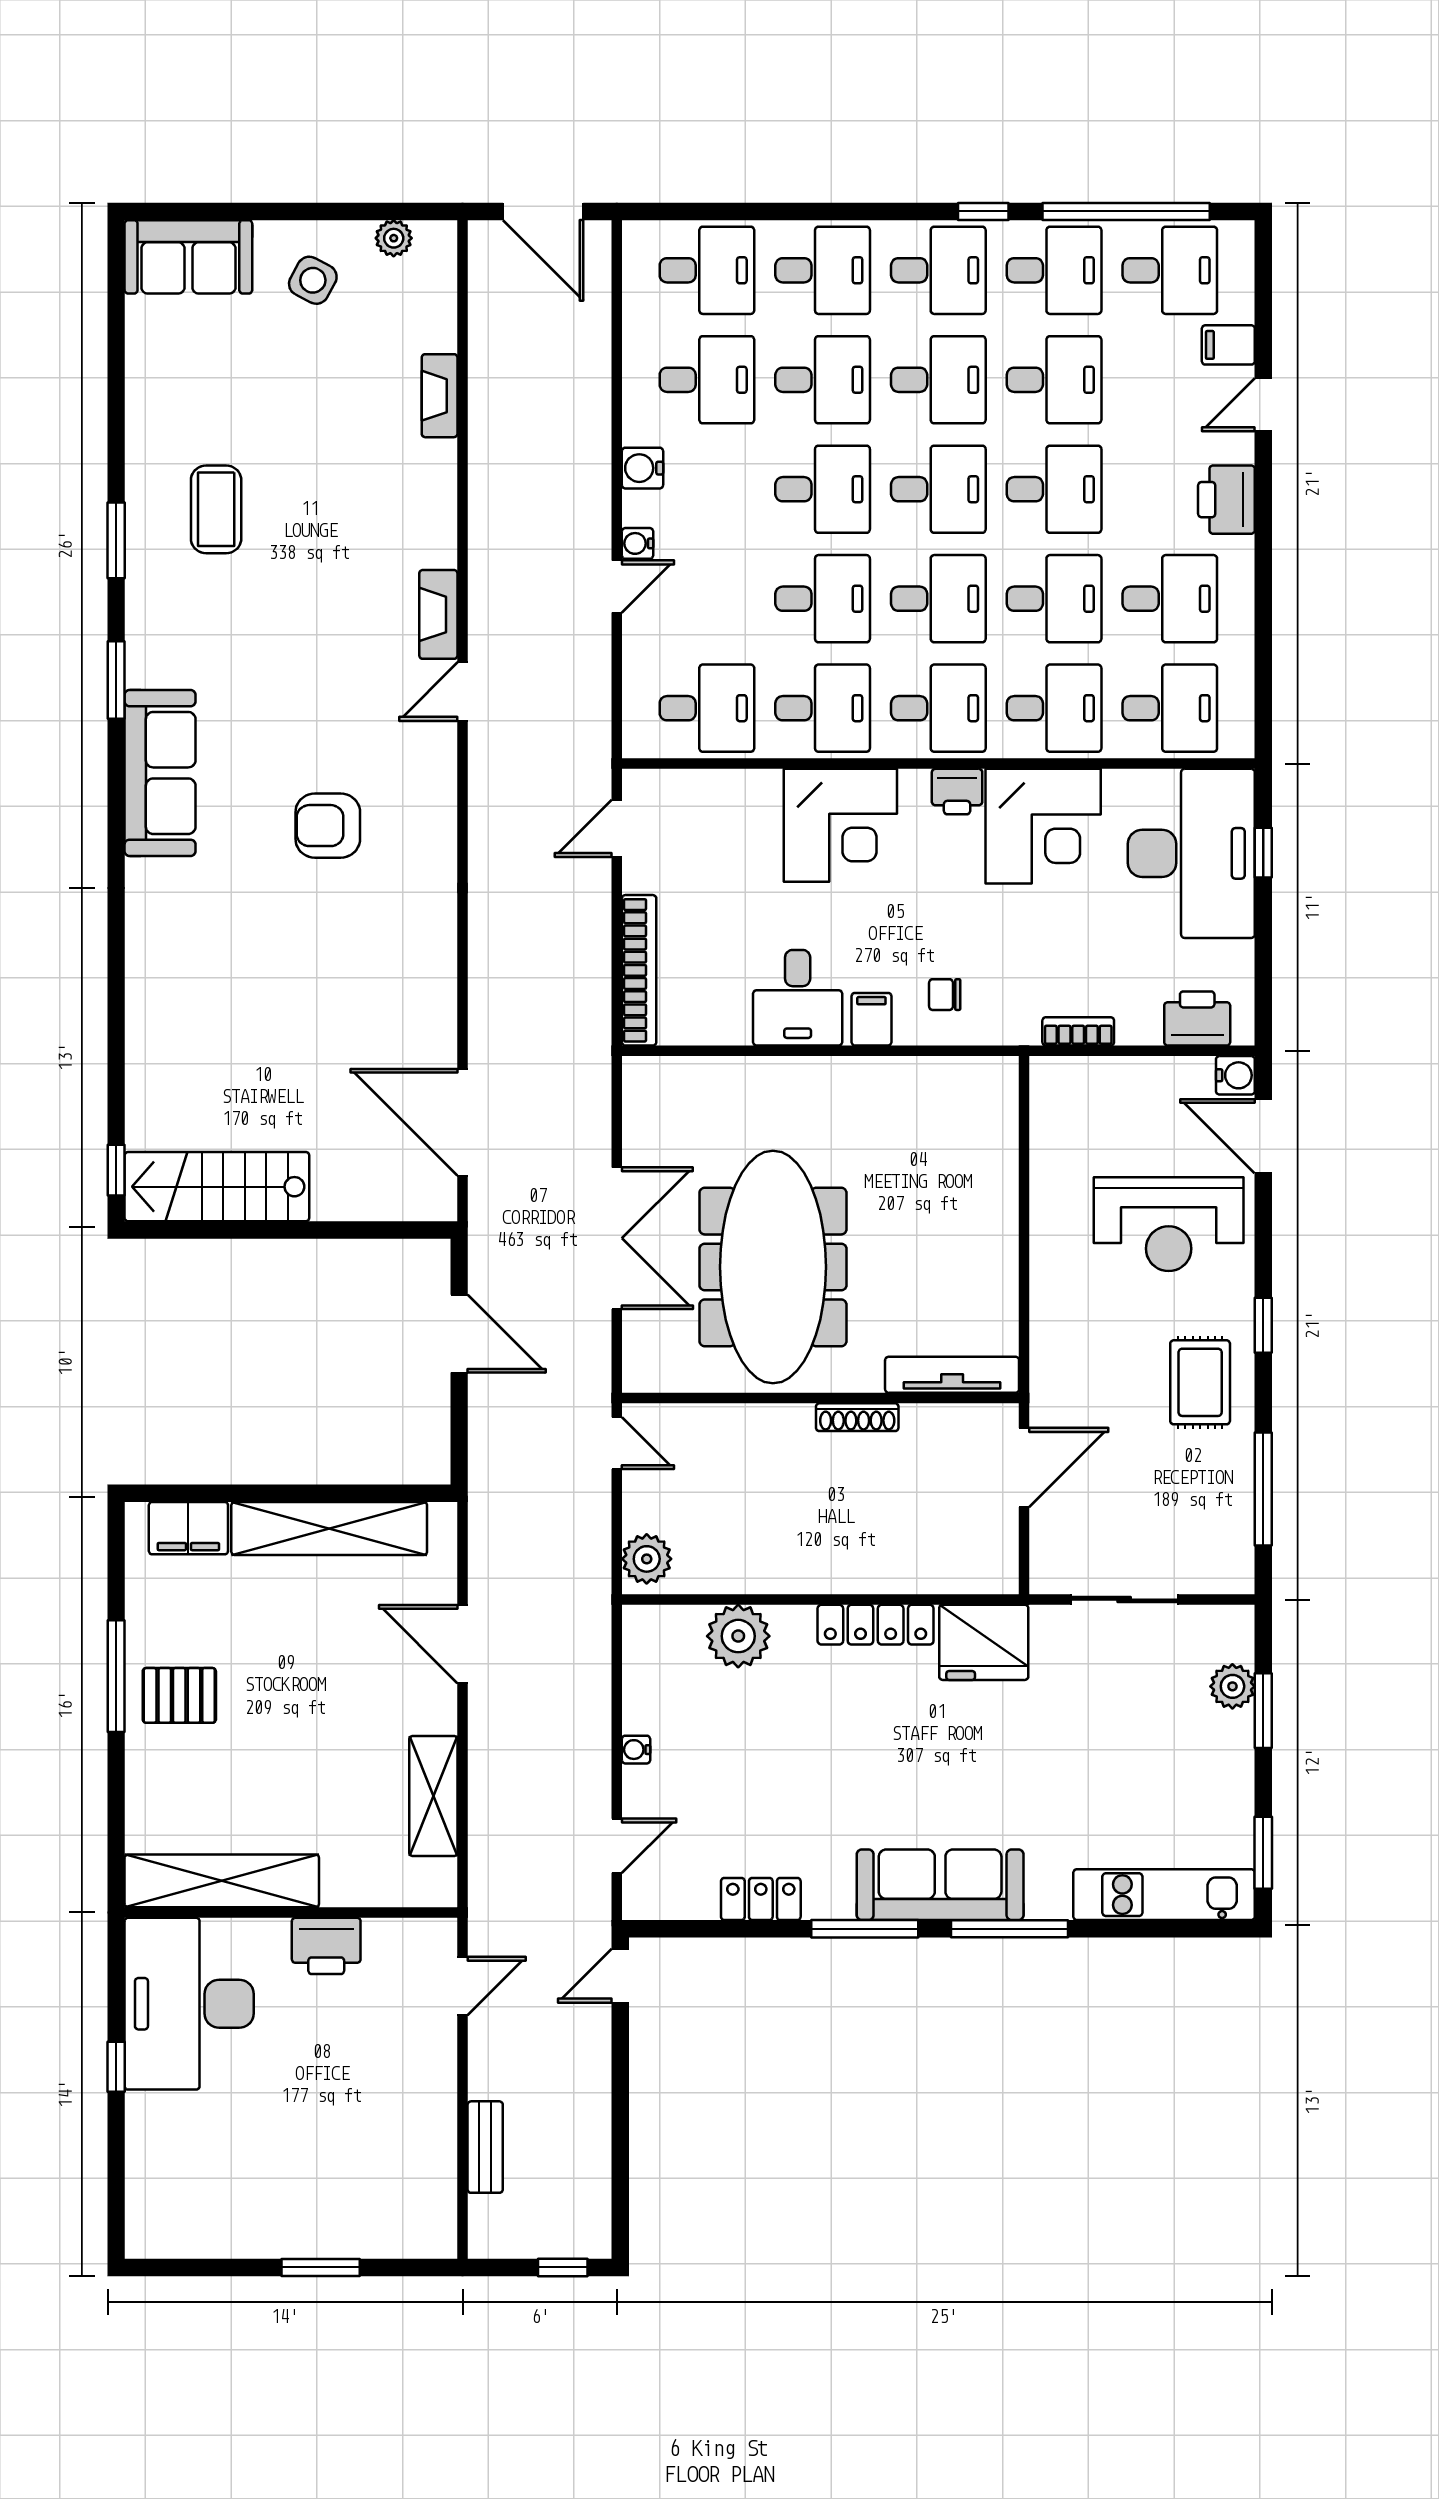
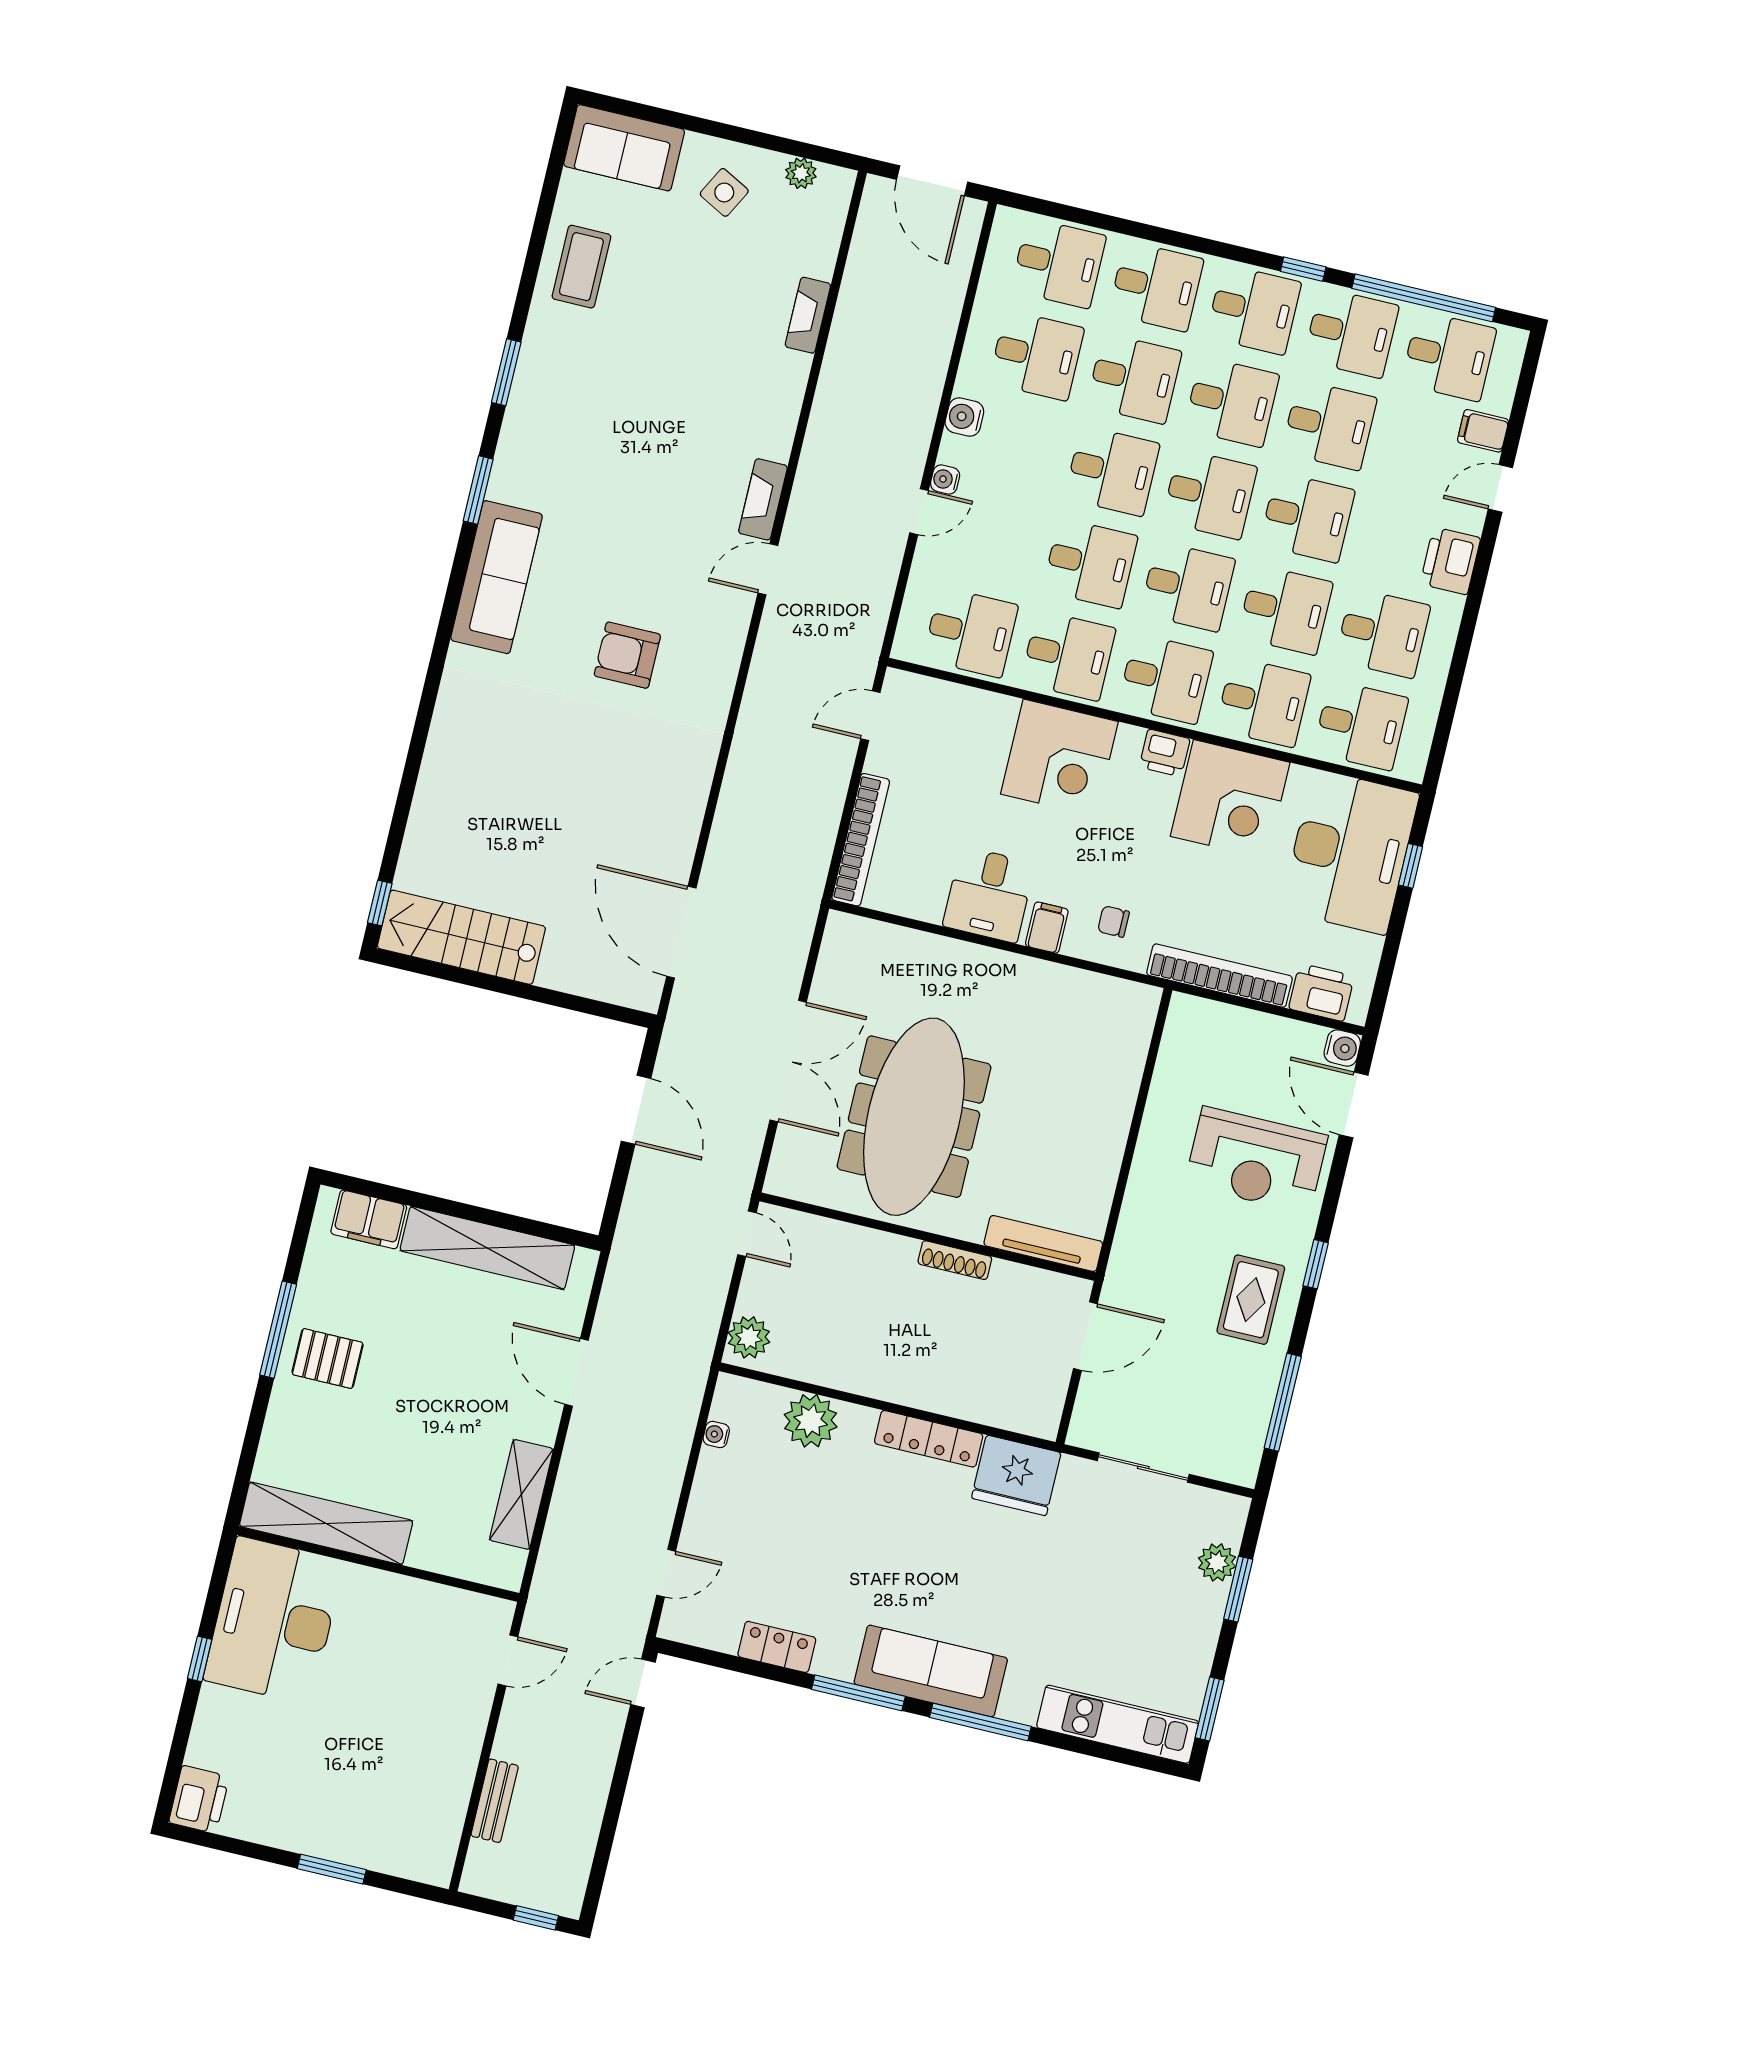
coffee table: (216, 509) -> (581, 267), moved
bookcase: (1078, 1031) -> (1219, 976), width x2.31, depth x1.31
water cooler: (636, 1750) -> (716, 1434), moved
printer: (326, 1946) -> (199, 1799), moved, turned -90

